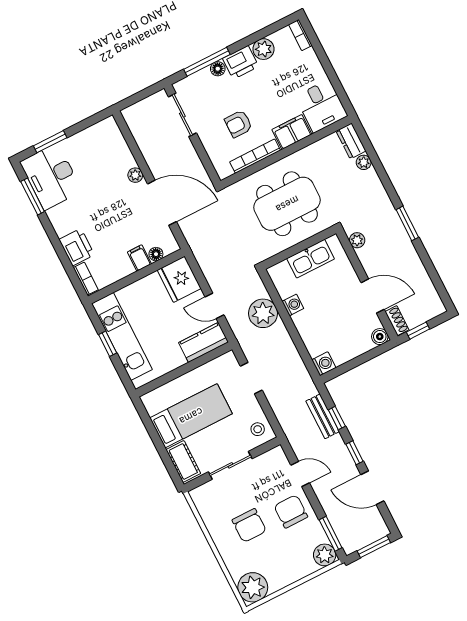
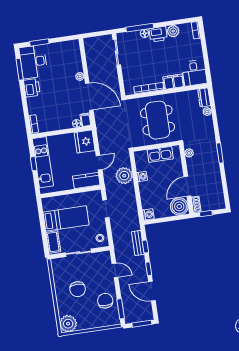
armchair: (238, 124) -> (146, 67), removed
dining table: (287, 204) -> (158, 120), turned 90
printer: (77, 247) -> (32, 88), moved
filing cabinet: (139, 258) -> (86, 120), moved
door: (373, 296) -> (187, 186), swing flipped
door: (214, 306) -> (99, 163), swing flipped
boiler: (380, 337) -> (179, 206), width x1.86, depth x1.86
chair: (291, 511) -> (105, 301), moved
plant: (325, 555) -> (113, 319), removed

